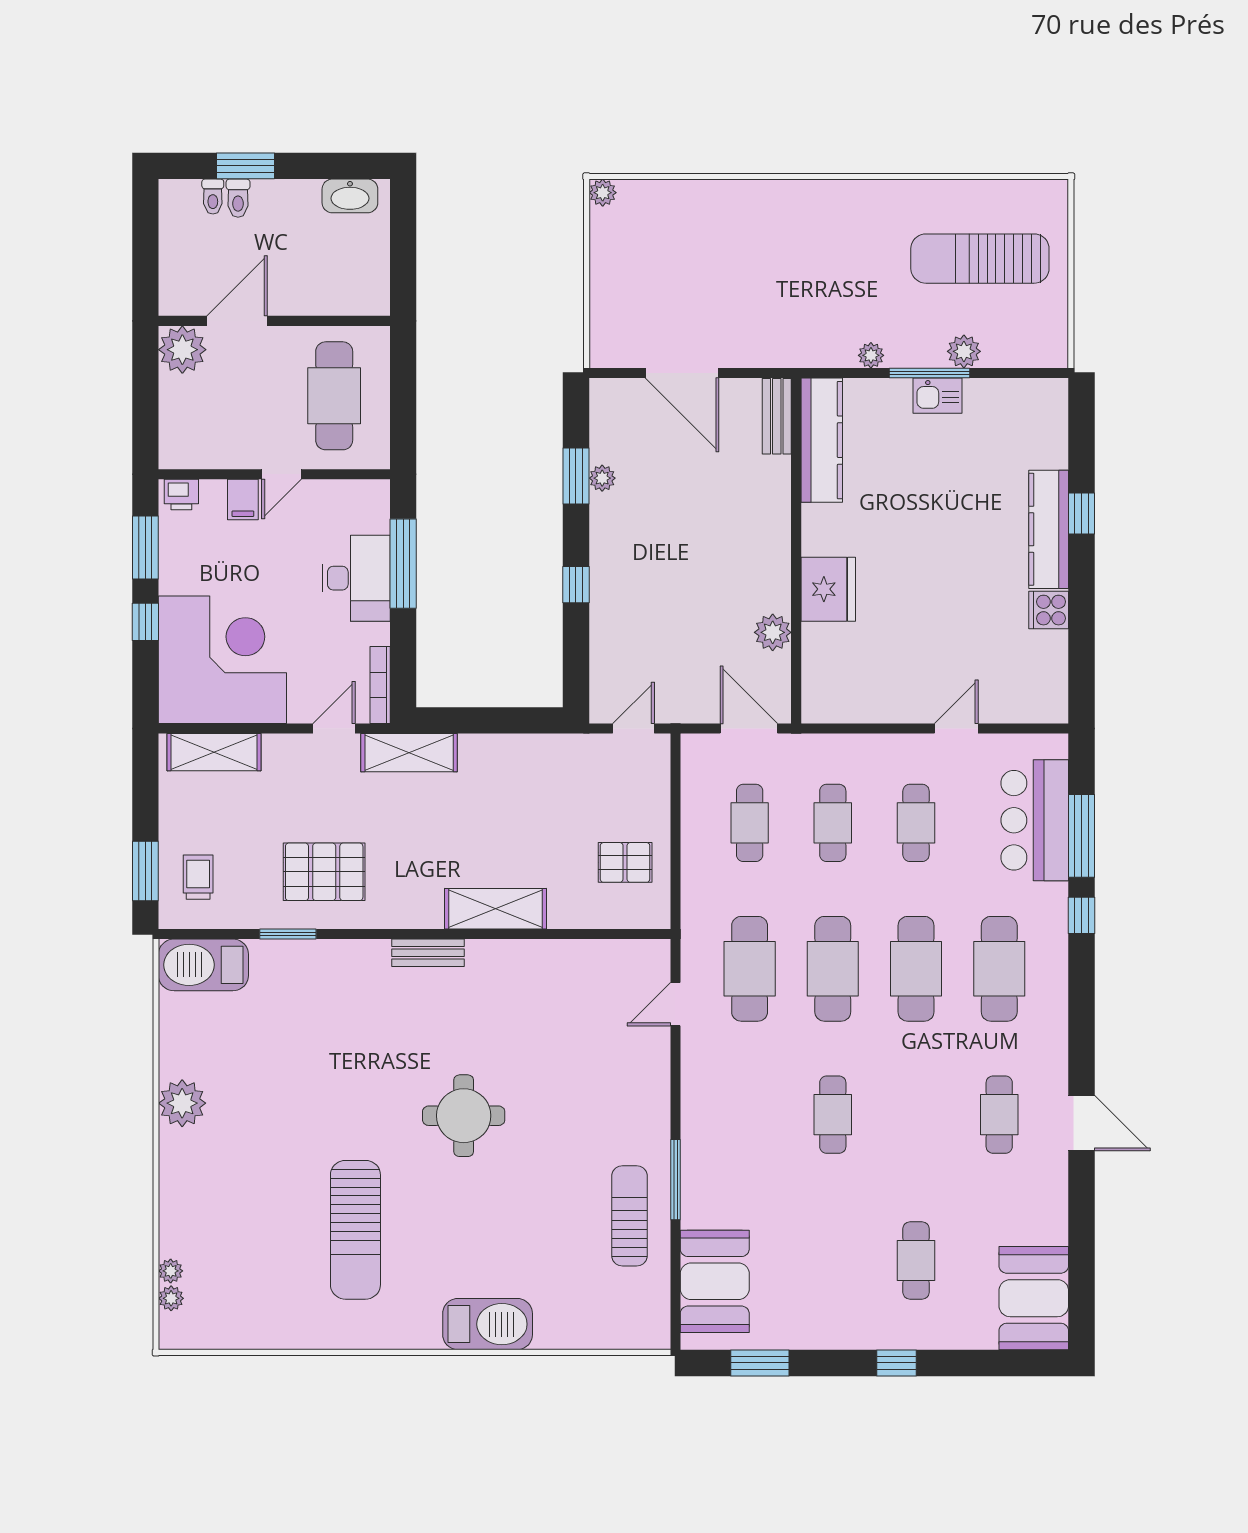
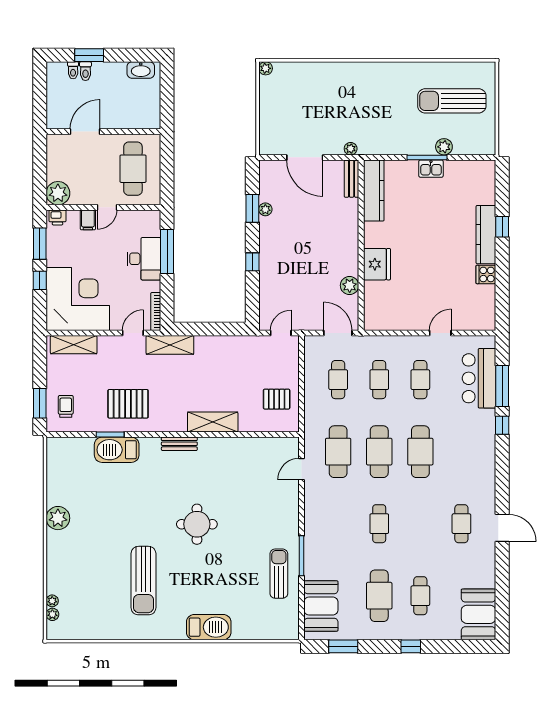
plant: (182, 350) -> (58, 193), moved
plant: (871, 355) -> (351, 149), moved
barbecue: (203, 965) -> (117, 450), moved
cafe table: (999, 969) -> (379, 596), moved

